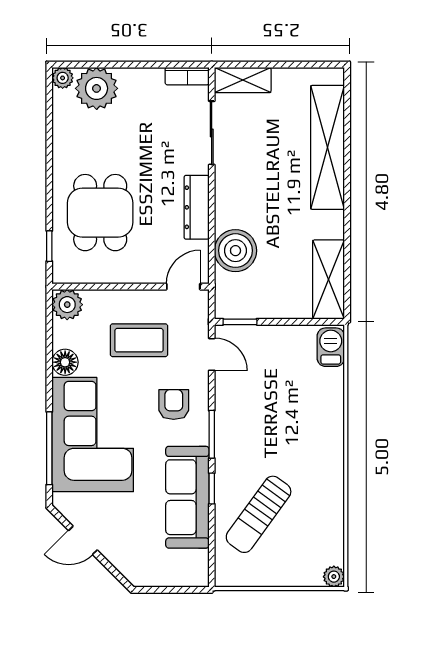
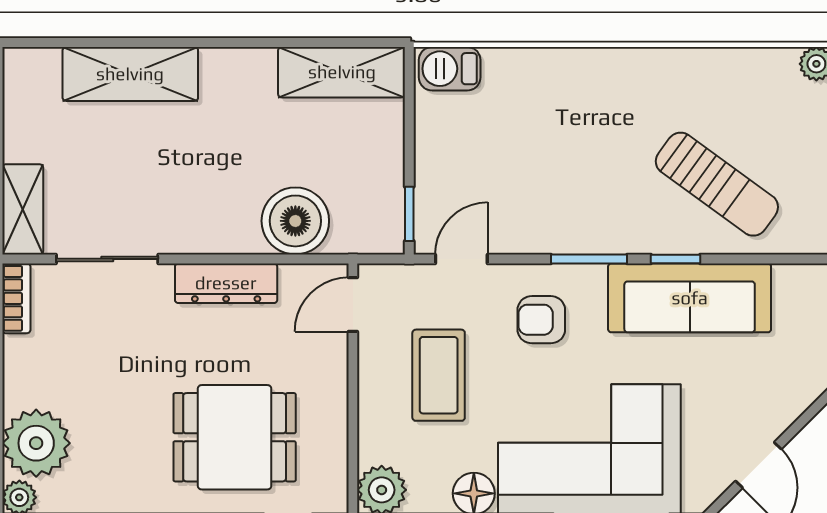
shelving: (327, 147) -> (130, 74), width x0.68
door: (183, 287) -> (353, 305), hinge flipped

